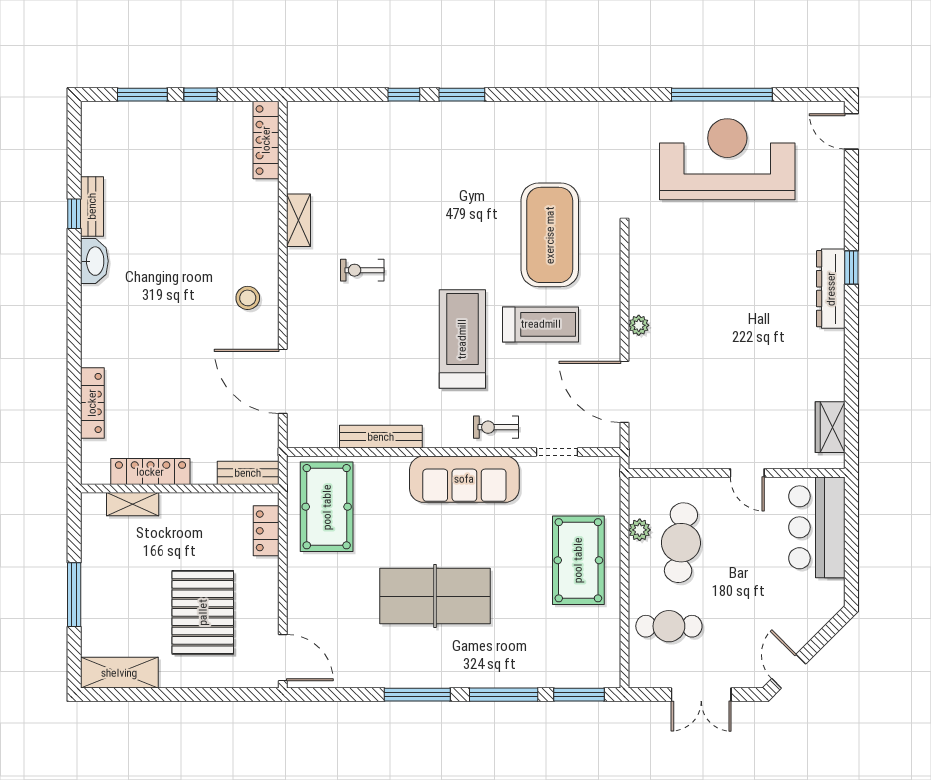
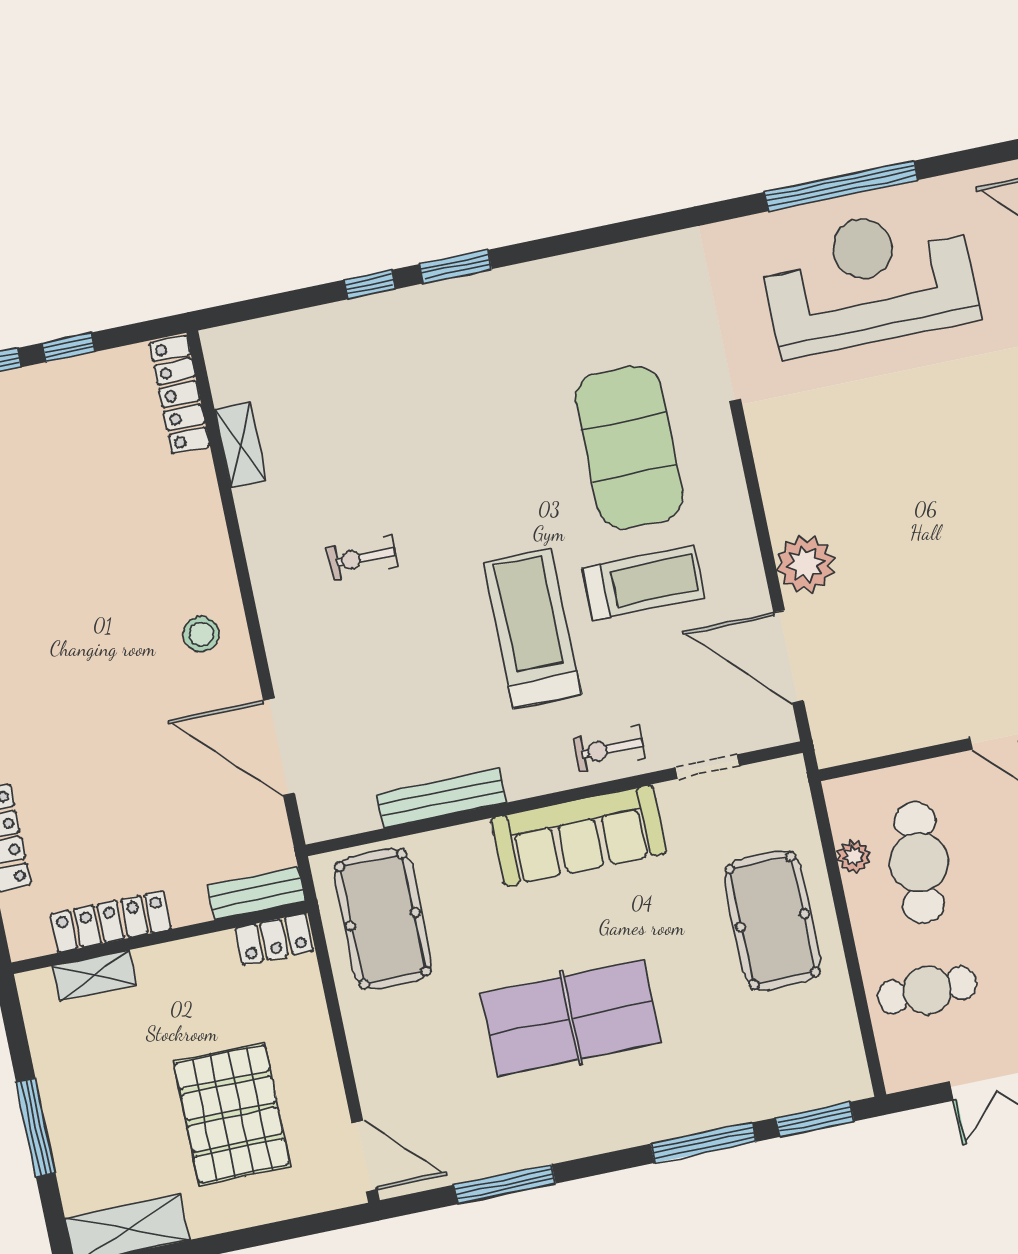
shelving: (299, 220) -> (240, 445), moved
plant: (639, 325) -> (805, 564), width x1.87, depth x1.87
locker: (266, 531) -> (274, 939), moved, turned -90
window: (417, 695) -> (505, 1184), moved

